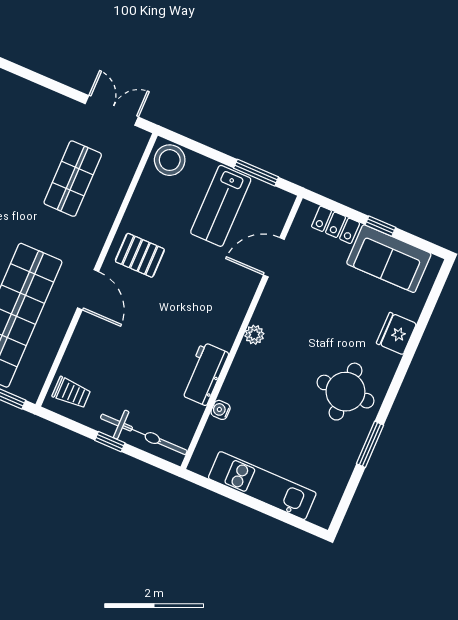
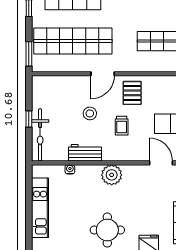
plant: (254, 335) -> (112, 175), width x1.87, depth x1.87
stool: (144, 338) -> (90, 113), added
trolley: (71, 393) -> (122, 126), moved

